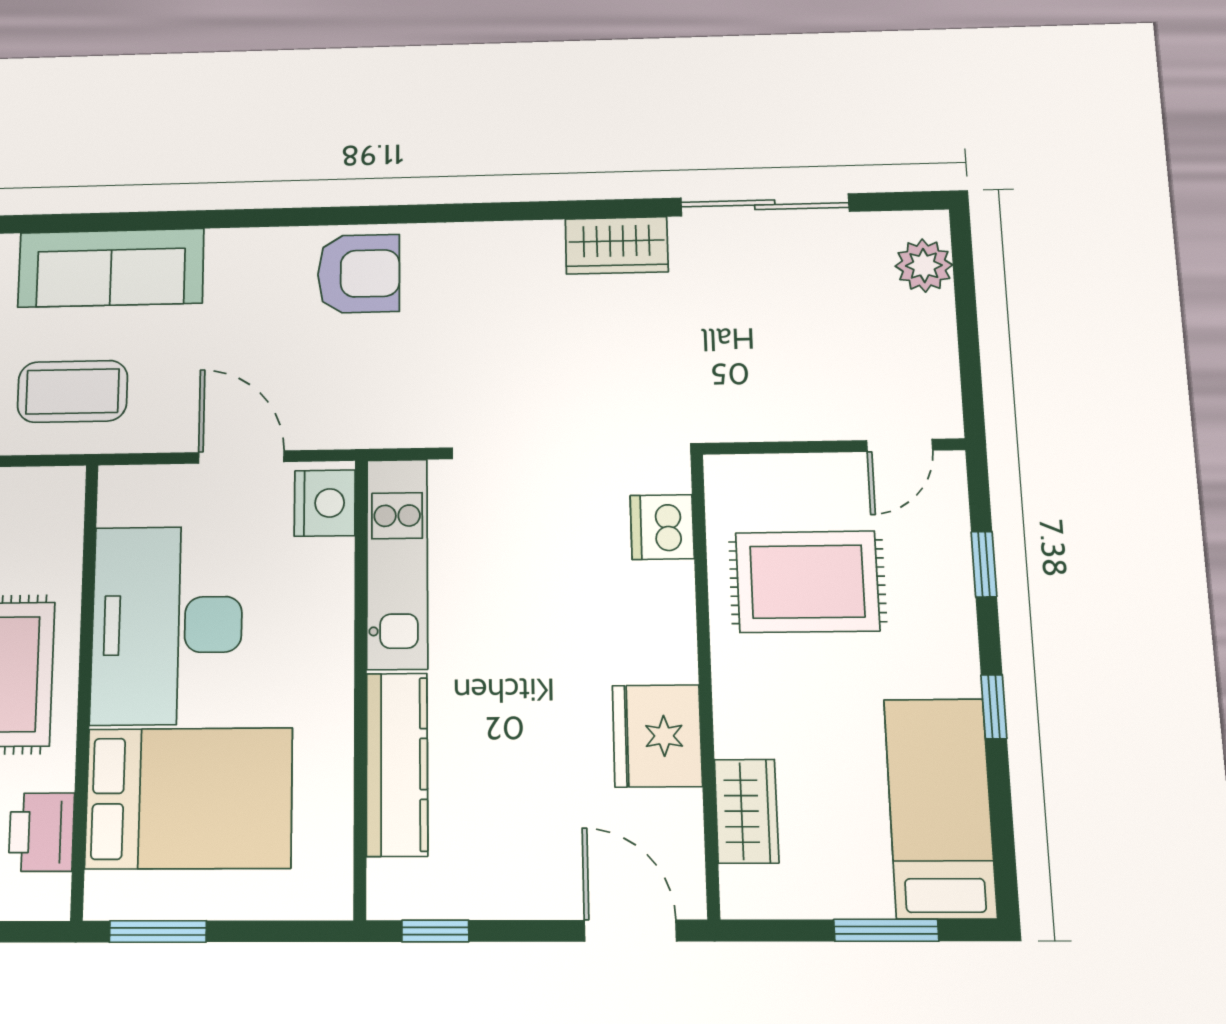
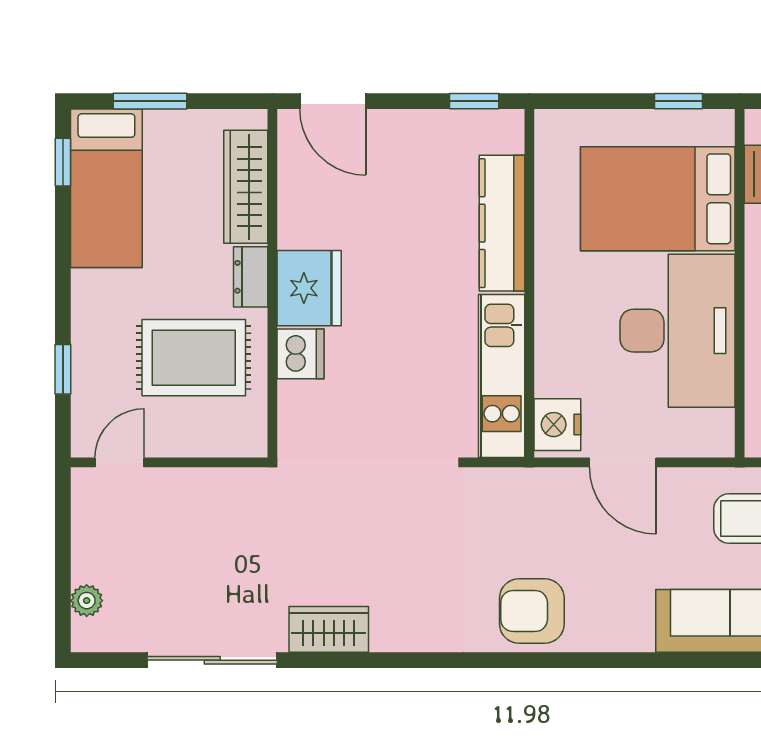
plant: (924, 266) -> (87, 601), width x0.73, depth x0.73
dishwasher: (662, 527) -> (300, 354), moved
dresser: (735, 689) -> (251, 277), added
window: (994, 707) -> (63, 162), moved
fridge: (657, 736) -> (309, 288), moved
wardrobe: (746, 811) -> (246, 187), width x1.50
window: (158, 931) -> (678, 101), width x0.67

